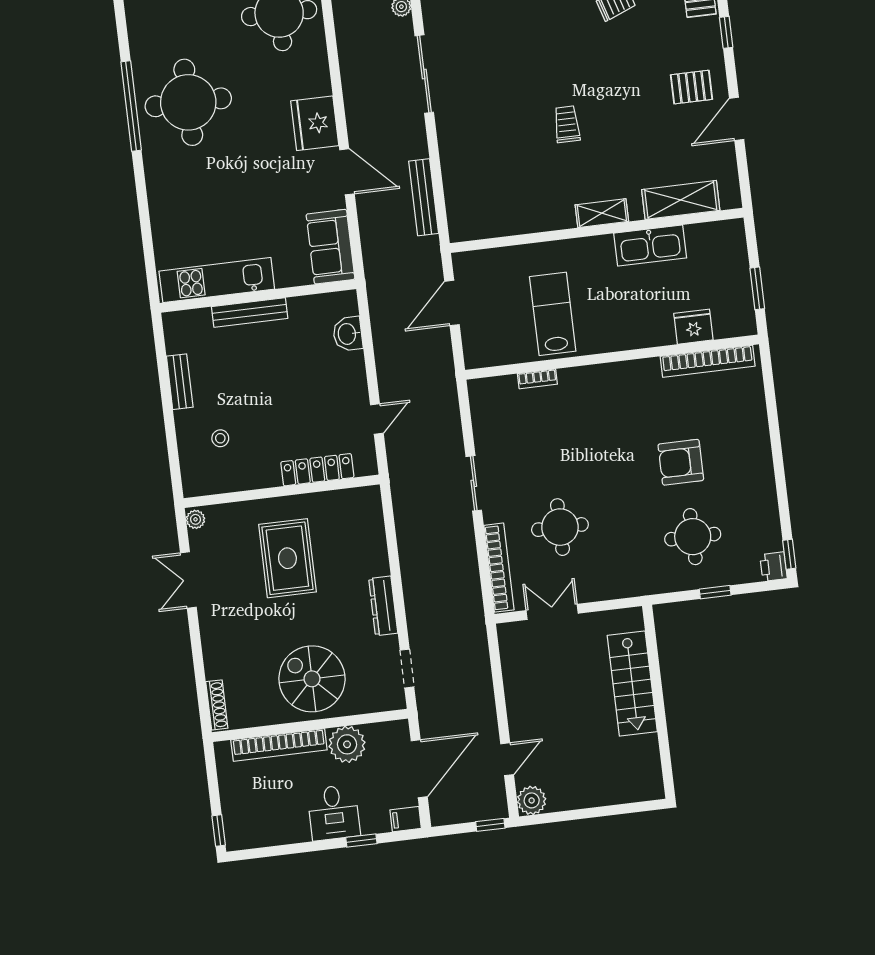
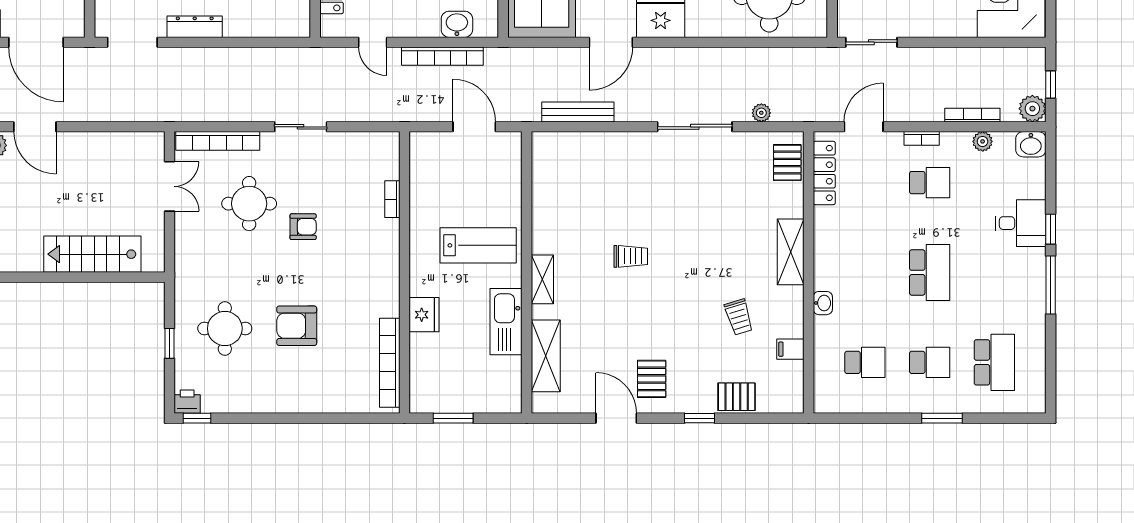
lab bench: (553, 314) -> (478, 245), moved
fridge: (693, 327) -> (424, 315), moved
bookcase: (383, 345) -> (442, 56), added
armchair: (681, 462) -> (297, 326), turned -90
armchair: (577, 468) -> (303, 227), added
doorway: (407, 669) -> (132, 42), width x1.38
door: (507, 759) -> (35, 127), width x1.38

